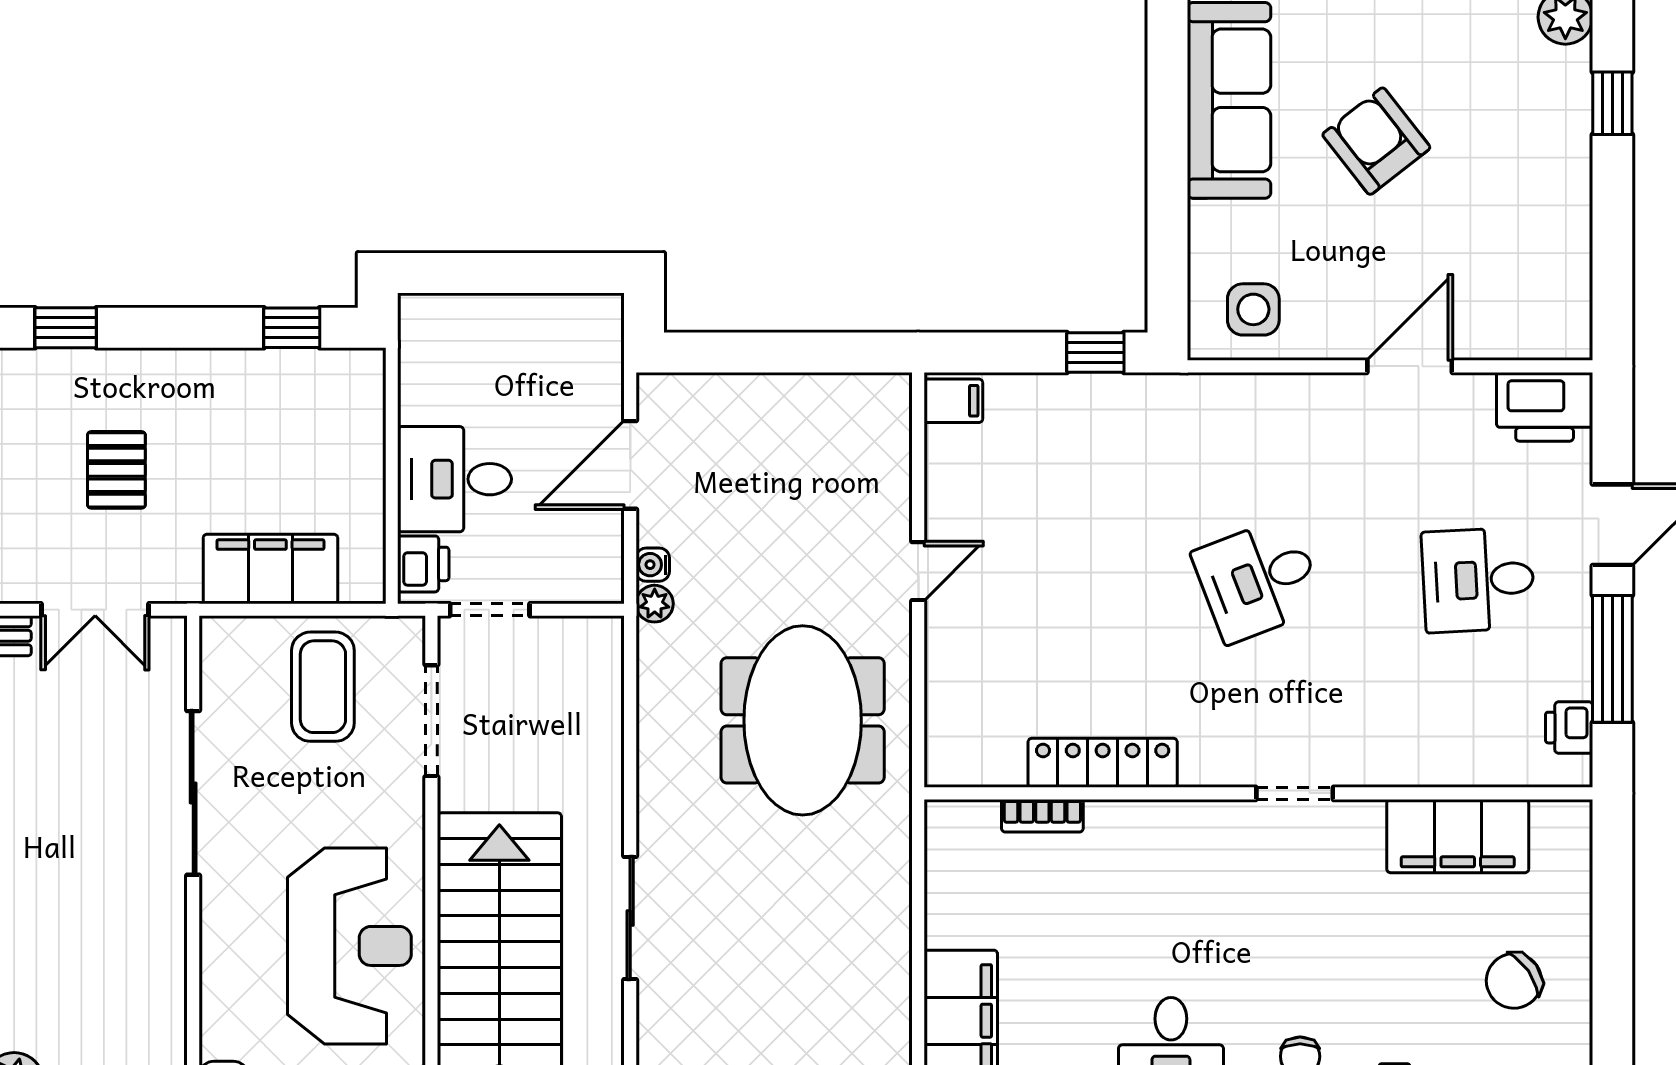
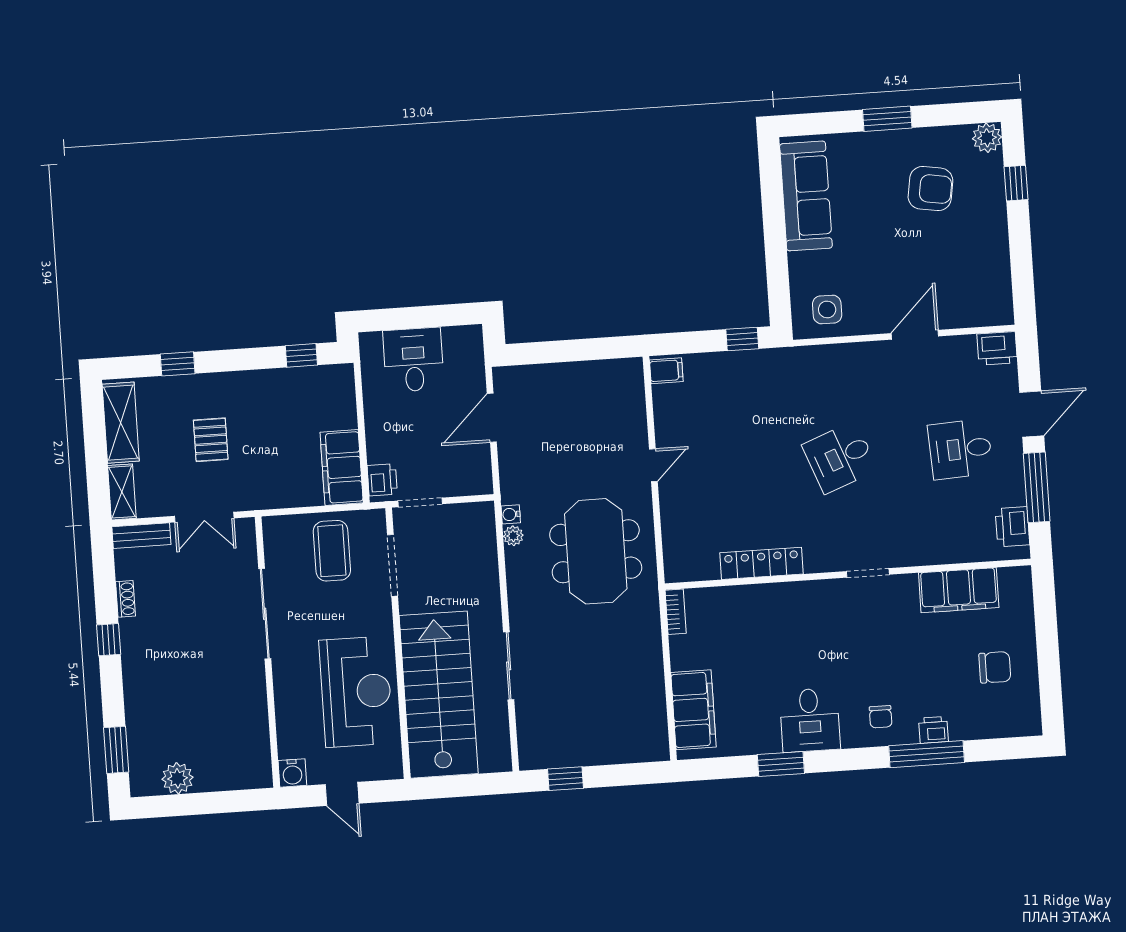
armchair: (1376, 141) -> (930, 189), moved, turned 137
printer: (1545, 407) -> (997, 348), width x0.73, depth x0.84
desk: (454, 479) -> (413, 360), moved, turned 90
water cooler: (653, 565) -> (511, 514), moved
filing cabinet: (270, 569) -> (342, 468), moved, turned -90
plant: (655, 604) -> (513, 536), moved
printer: (1569, 728) -> (1012, 527), width x1.36, depth x1.24
bookcase: (1042, 816) -> (676, 612), moved, turned -90
chair: (1514, 981) -> (995, 667), turned -145

